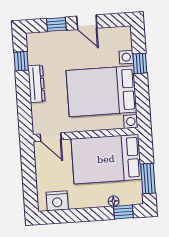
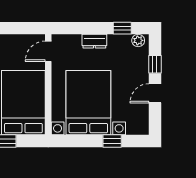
plant: (33, 44) -> (138, 40), added
dresser: (36, 84) -> (94, 41), width x0.70

